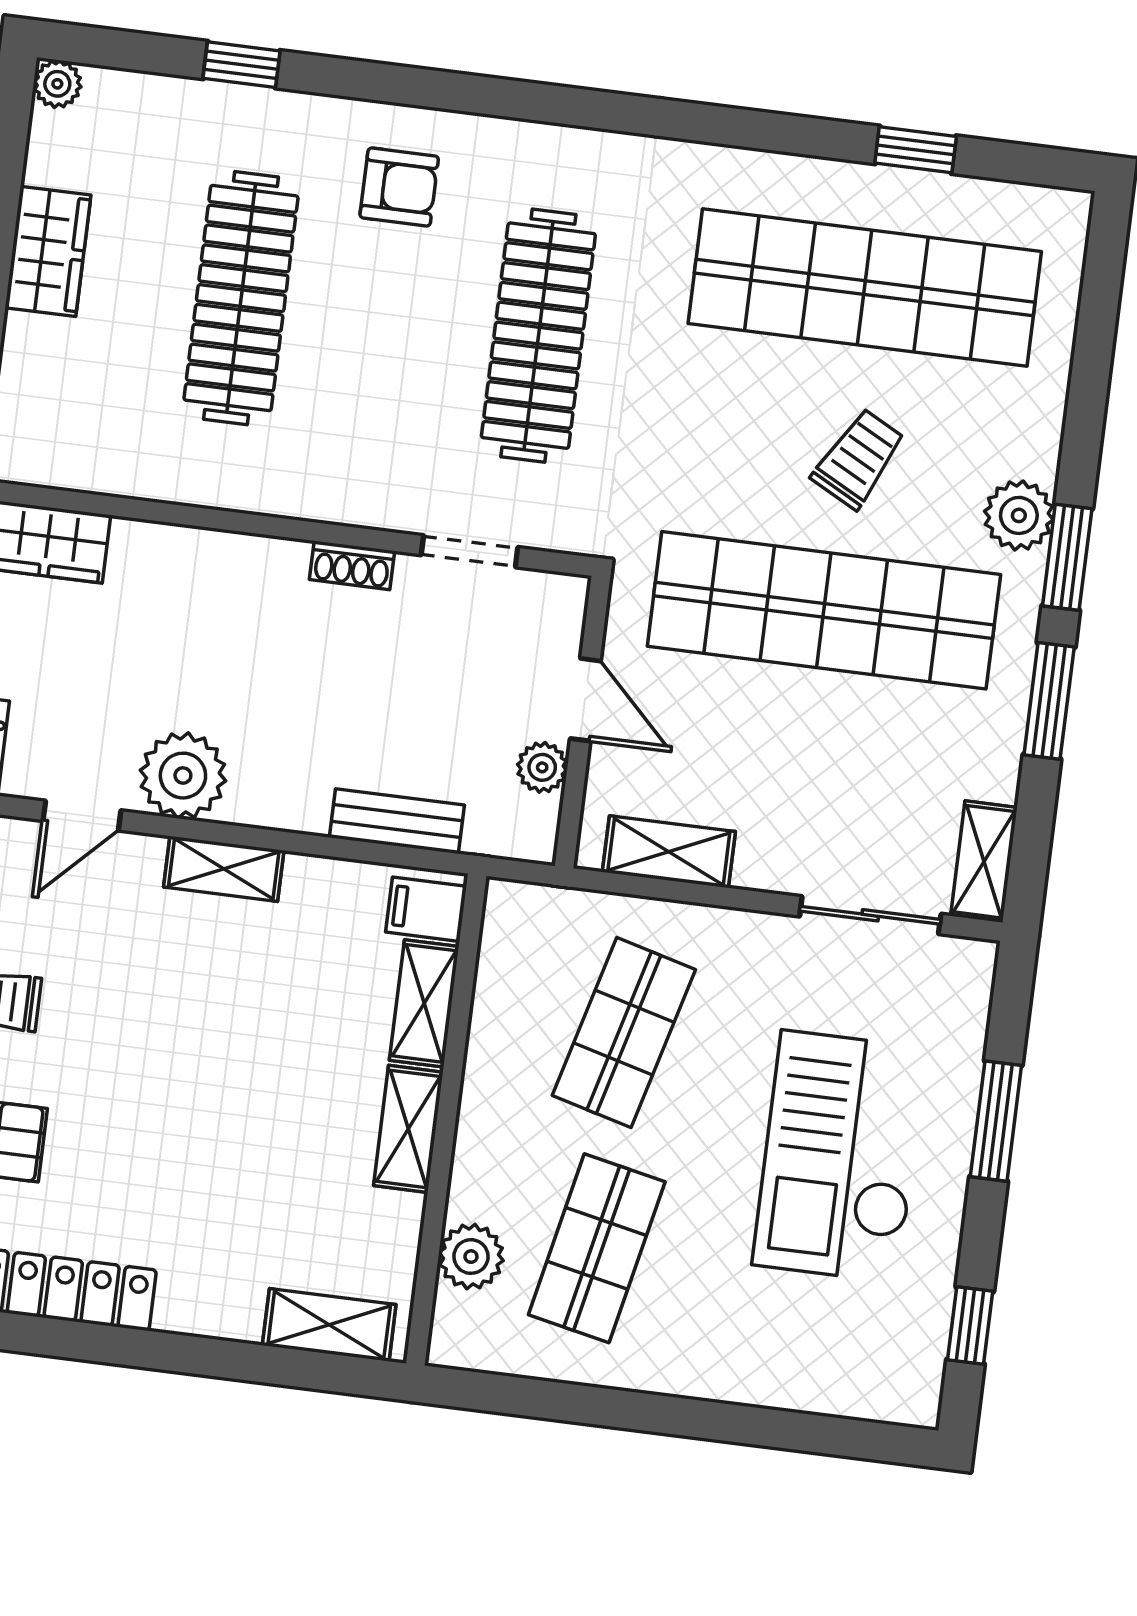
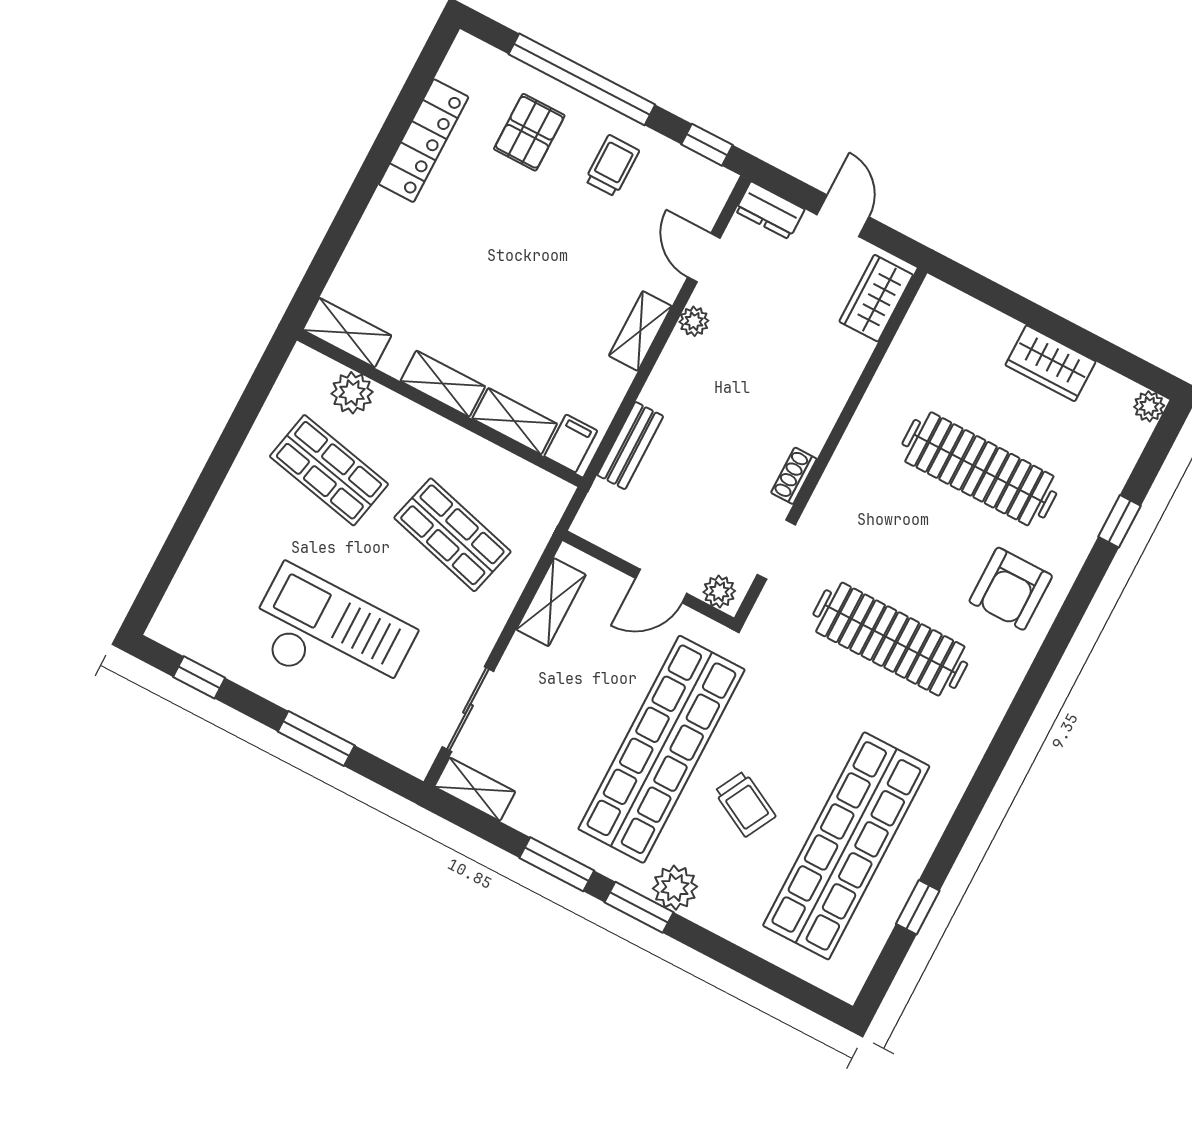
armchair: (399, 187) -> (1011, 589), width x1.38, depth x1.38
plant: (542, 767) -> (719, 592), moved
plant: (183, 776) -> (694, 321), width x0.53, depth x0.53
shelving: (329, 1325) -> (347, 333), moved, turned 90

